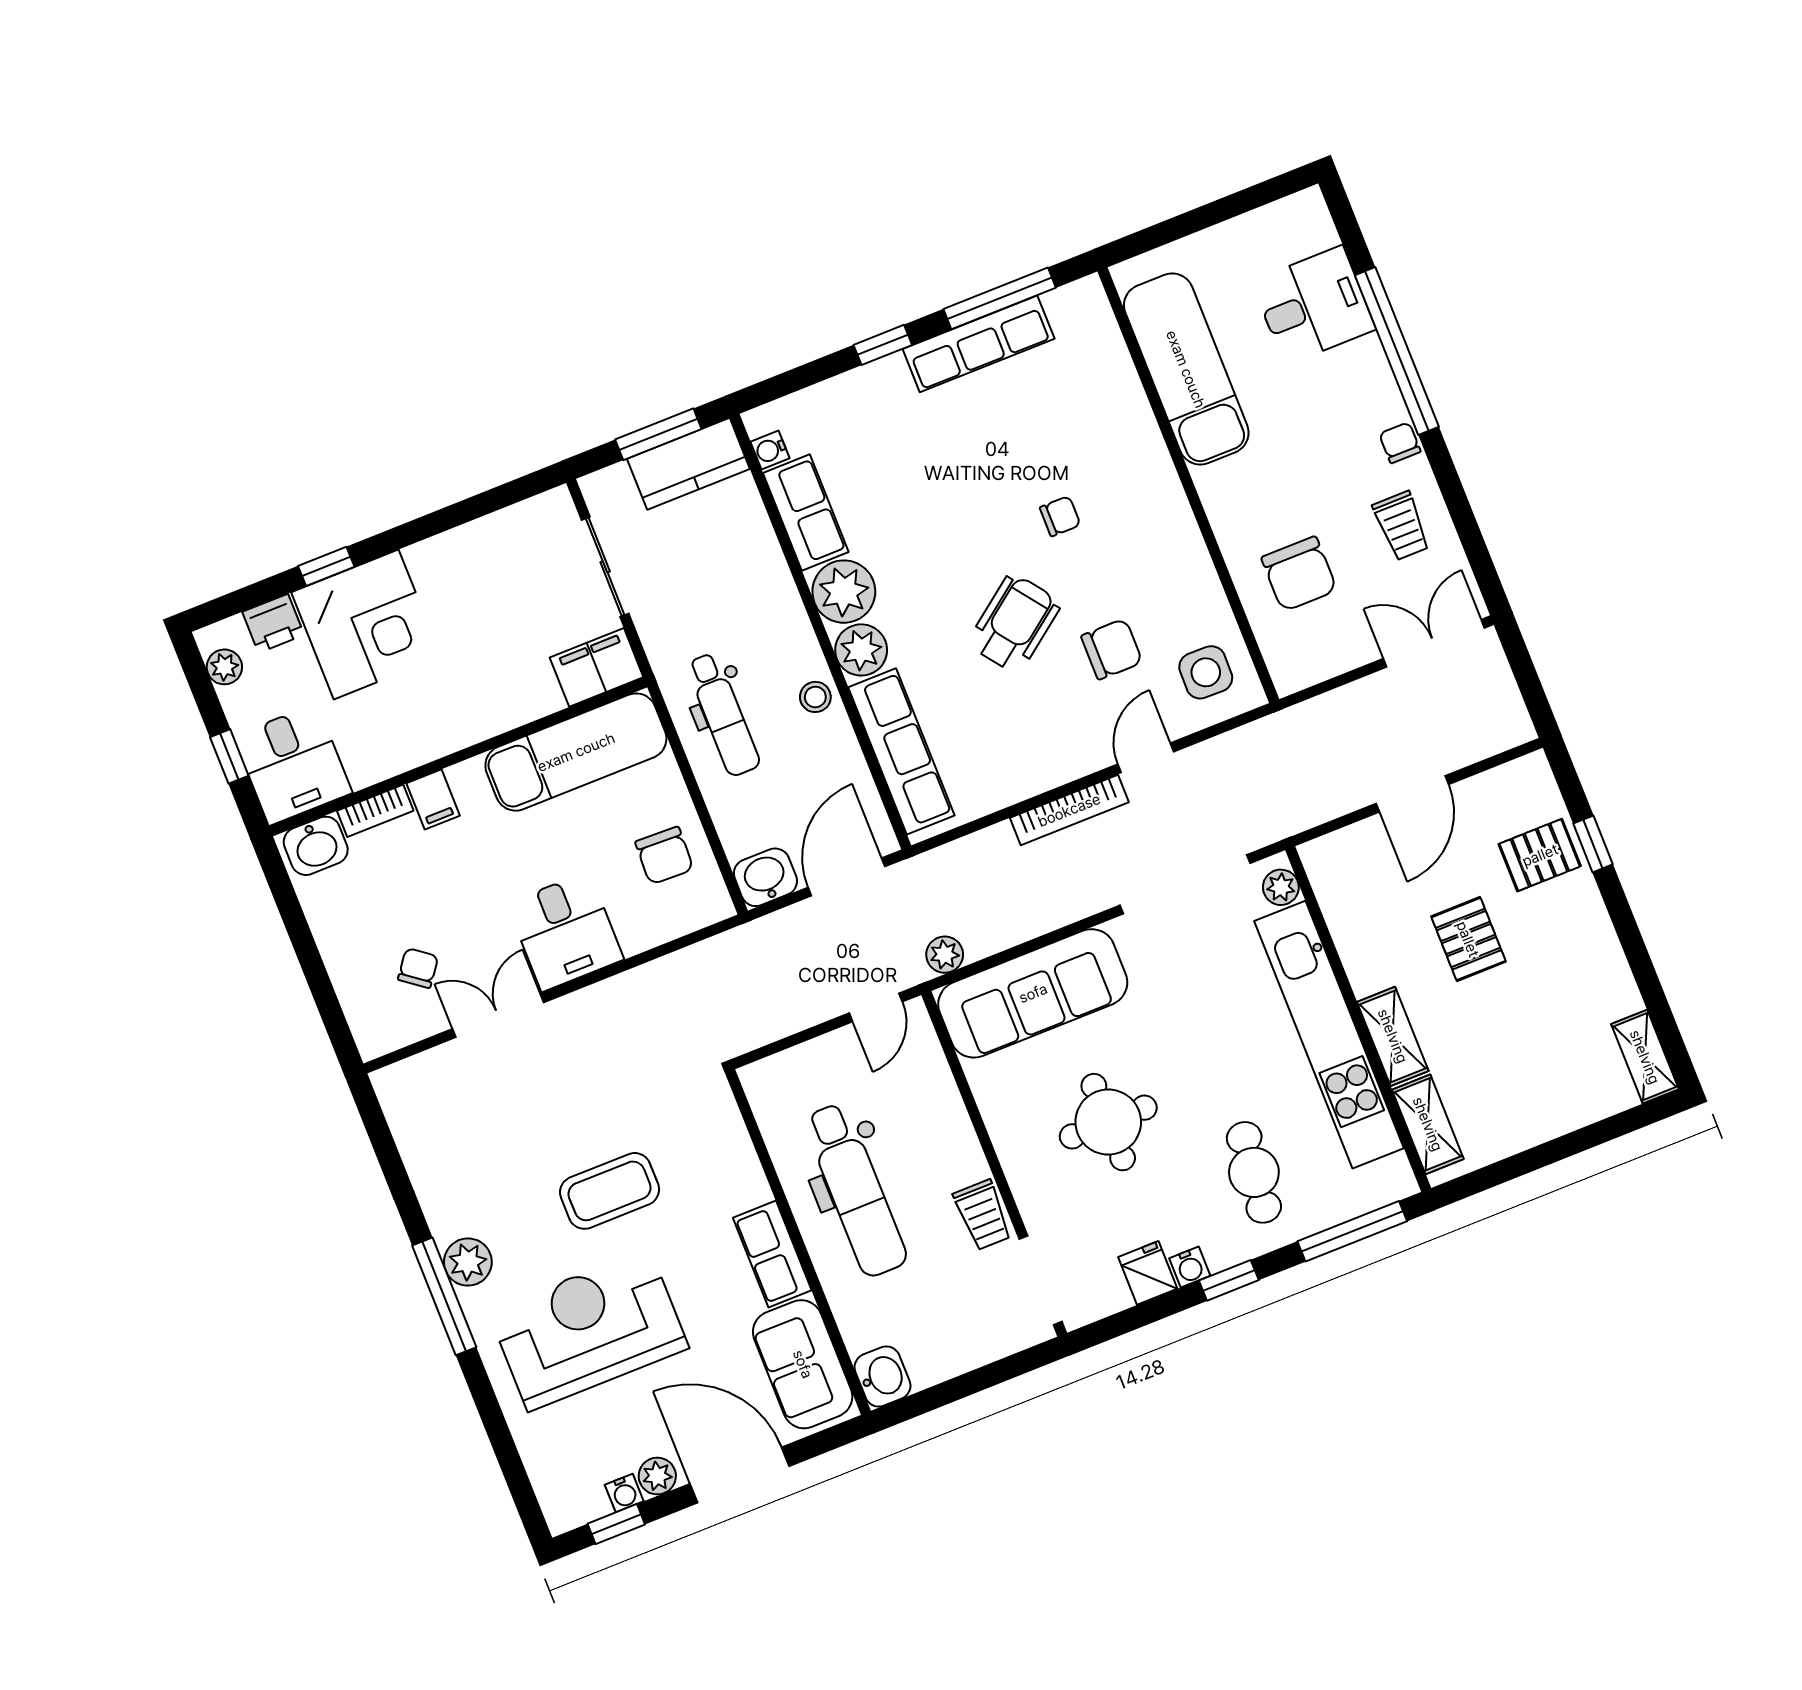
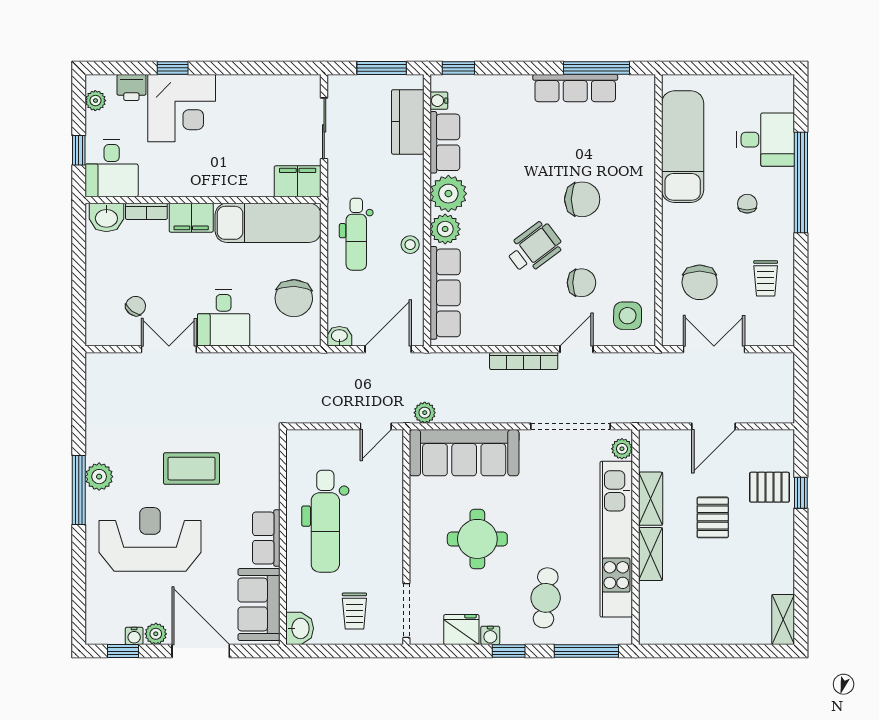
window: (883, 345) -> (458, 68), moved
chair: (1400, 443) -> (747, 204), moved
kitchen counter: (688, 464) -> (408, 122), moved, turned 90
chair: (1060, 516) -> (582, 199), width x1.87, depth x1.87
double door: (1434, 643) -> (714, 349), moved
filing cabinet: (433, 799) -> (191, 218), width x2.00
chair: (664, 856) -> (294, 298), width x1.37, depth x1.37
washbasin: (765, 877) -> (339, 336), width x0.72, depth x0.69
shelving: (1428, 1124) -> (651, 499), moved
trolley: (983, 1215) -> (354, 611), moved
fridge: (1148, 1273) -> (461, 630), width x1.38

